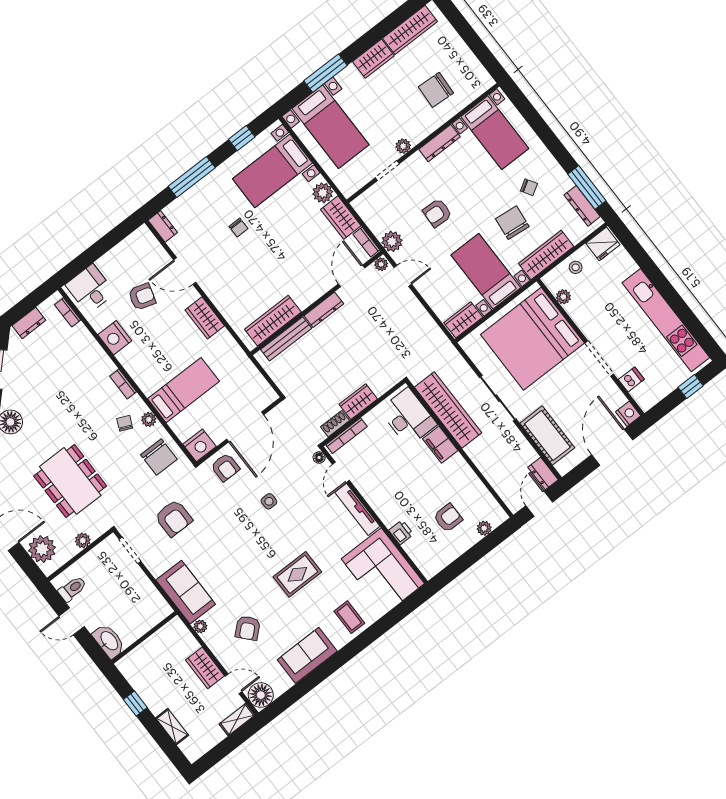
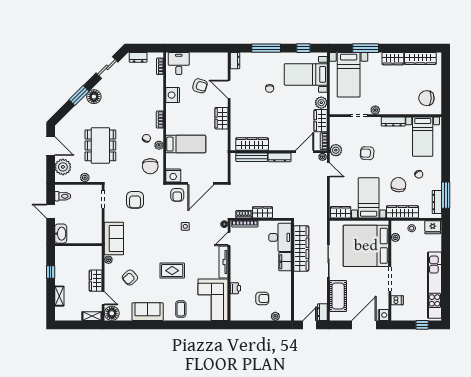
chair: (436, 90) -> (426, 98), moved

